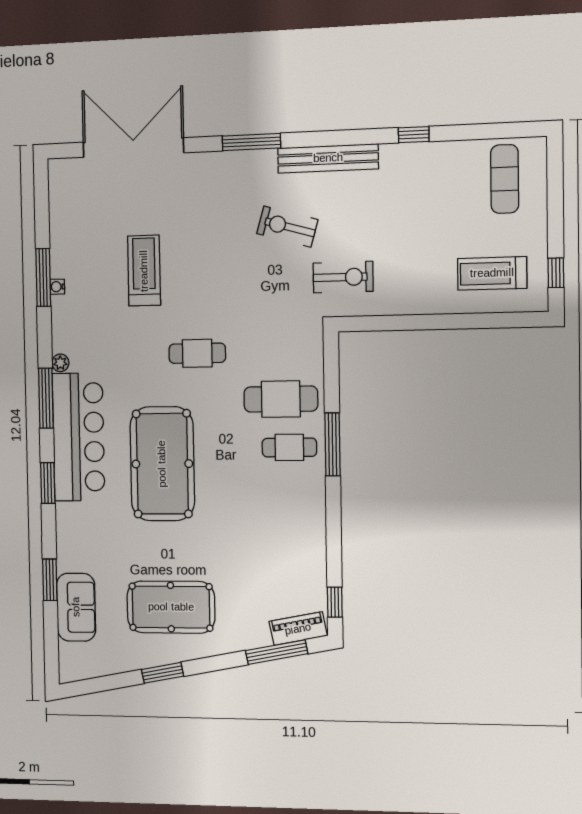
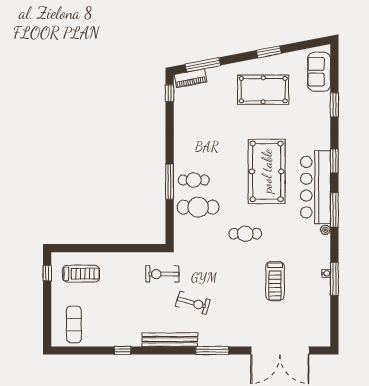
sofa: (76, 607) -> (319, 72), moved

